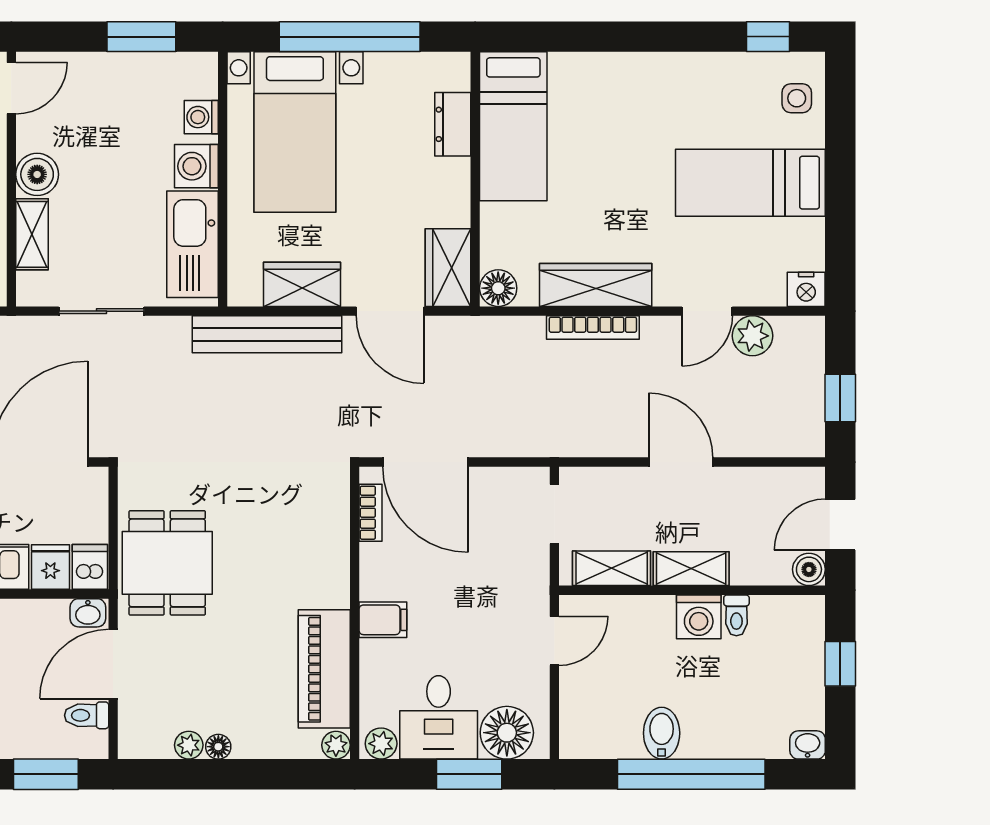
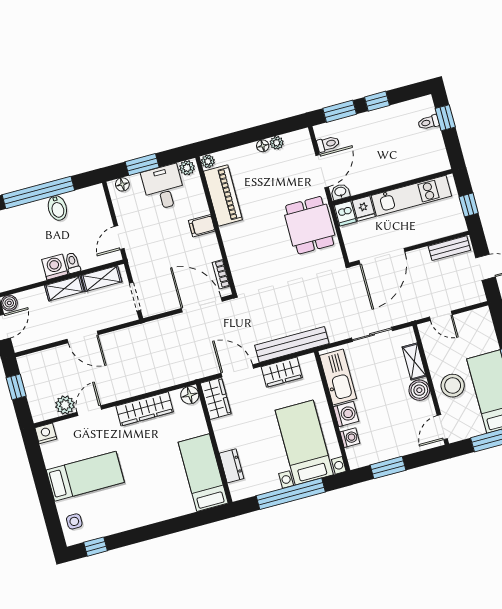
bookcase: (593, 328) -> (141, 389), removed
toilet: (736, 615) -> (73, 263), moved
floor lamp: (507, 733) -> (122, 184), width x0.53, depth x0.53

